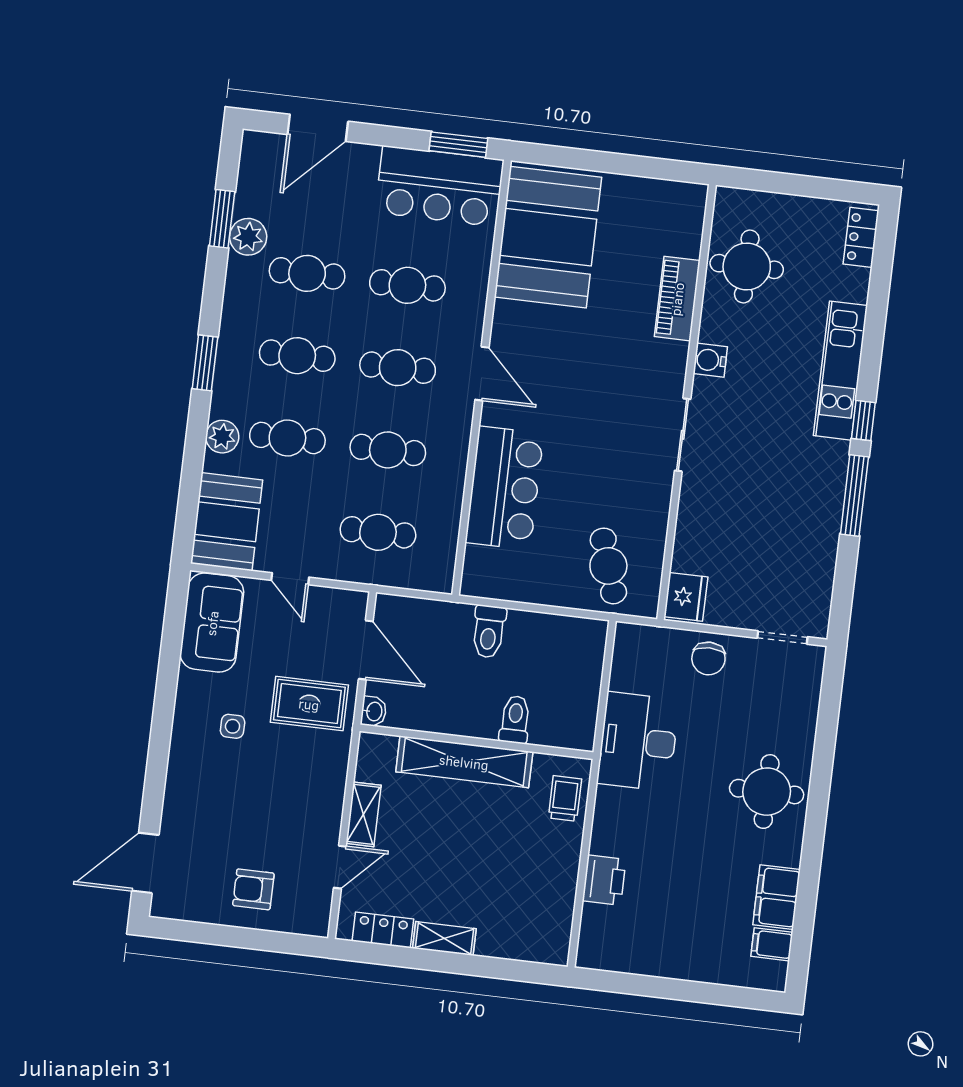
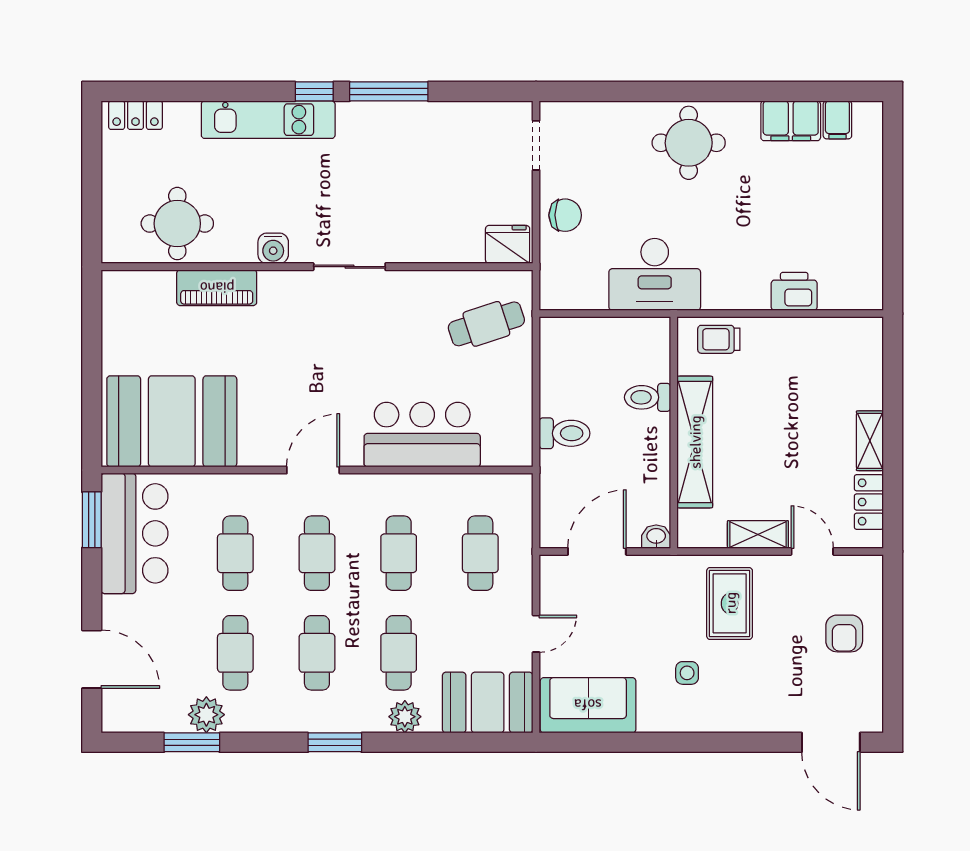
rug: (309, 704) -> (730, 603), moved

